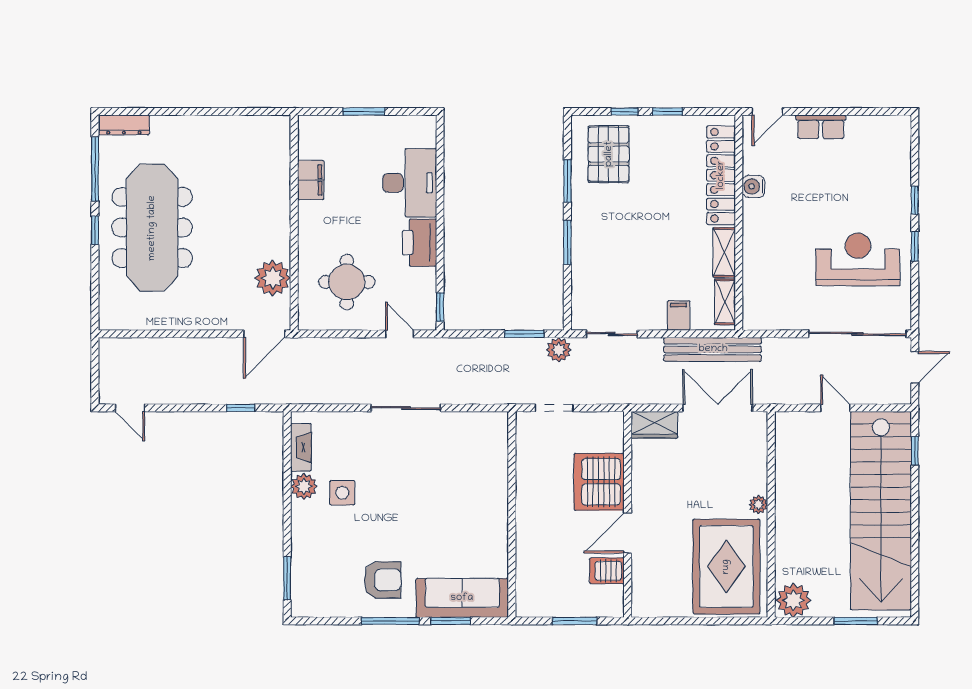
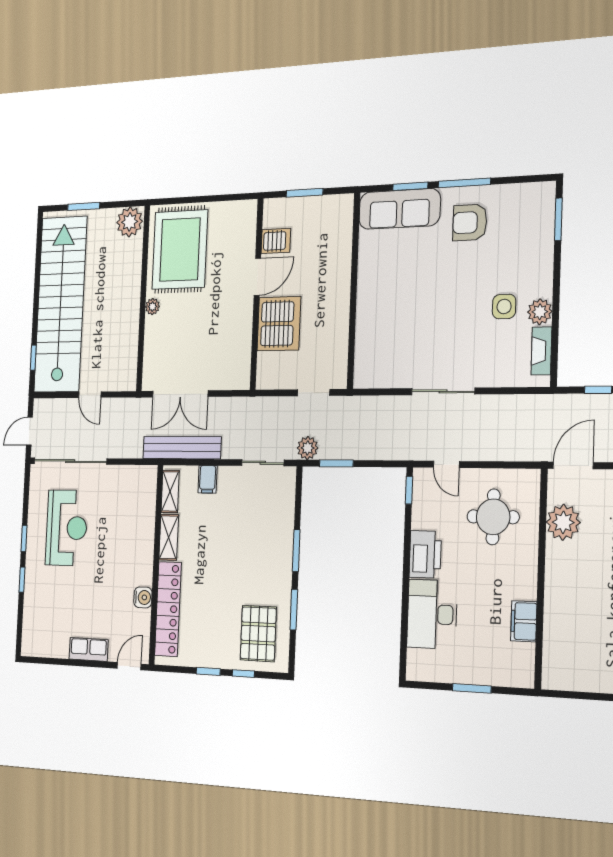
reception desk: (858, 259) -> (66, 528), turned -90
wardrobe: (654, 425) -> (231, 378), removed

